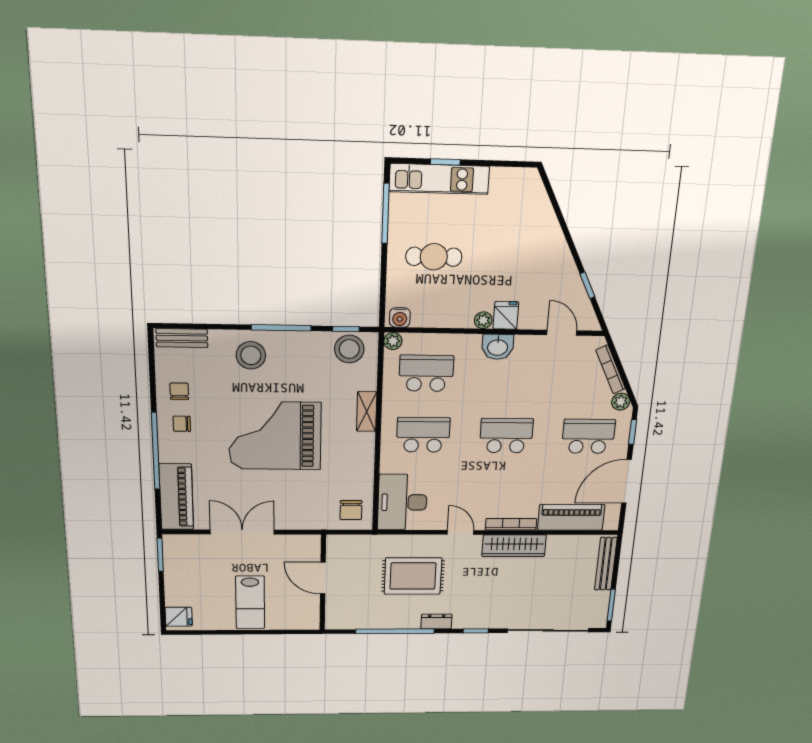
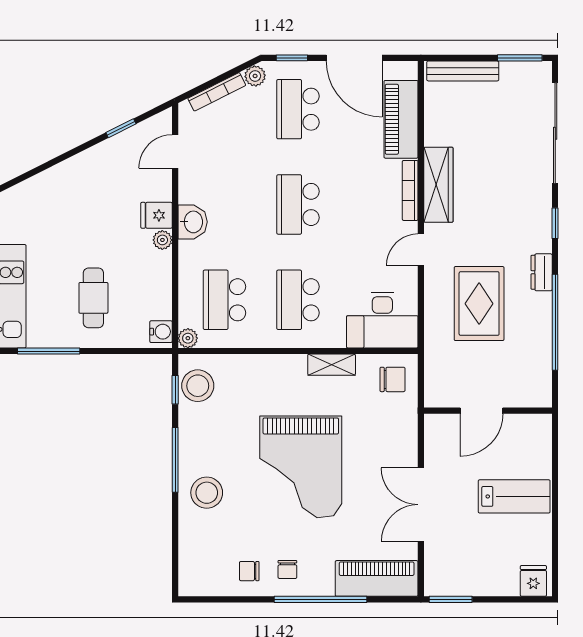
bench: (182, 338) -> (188, 566), removed
shelving: (367, 412) -> (332, 365), moved

